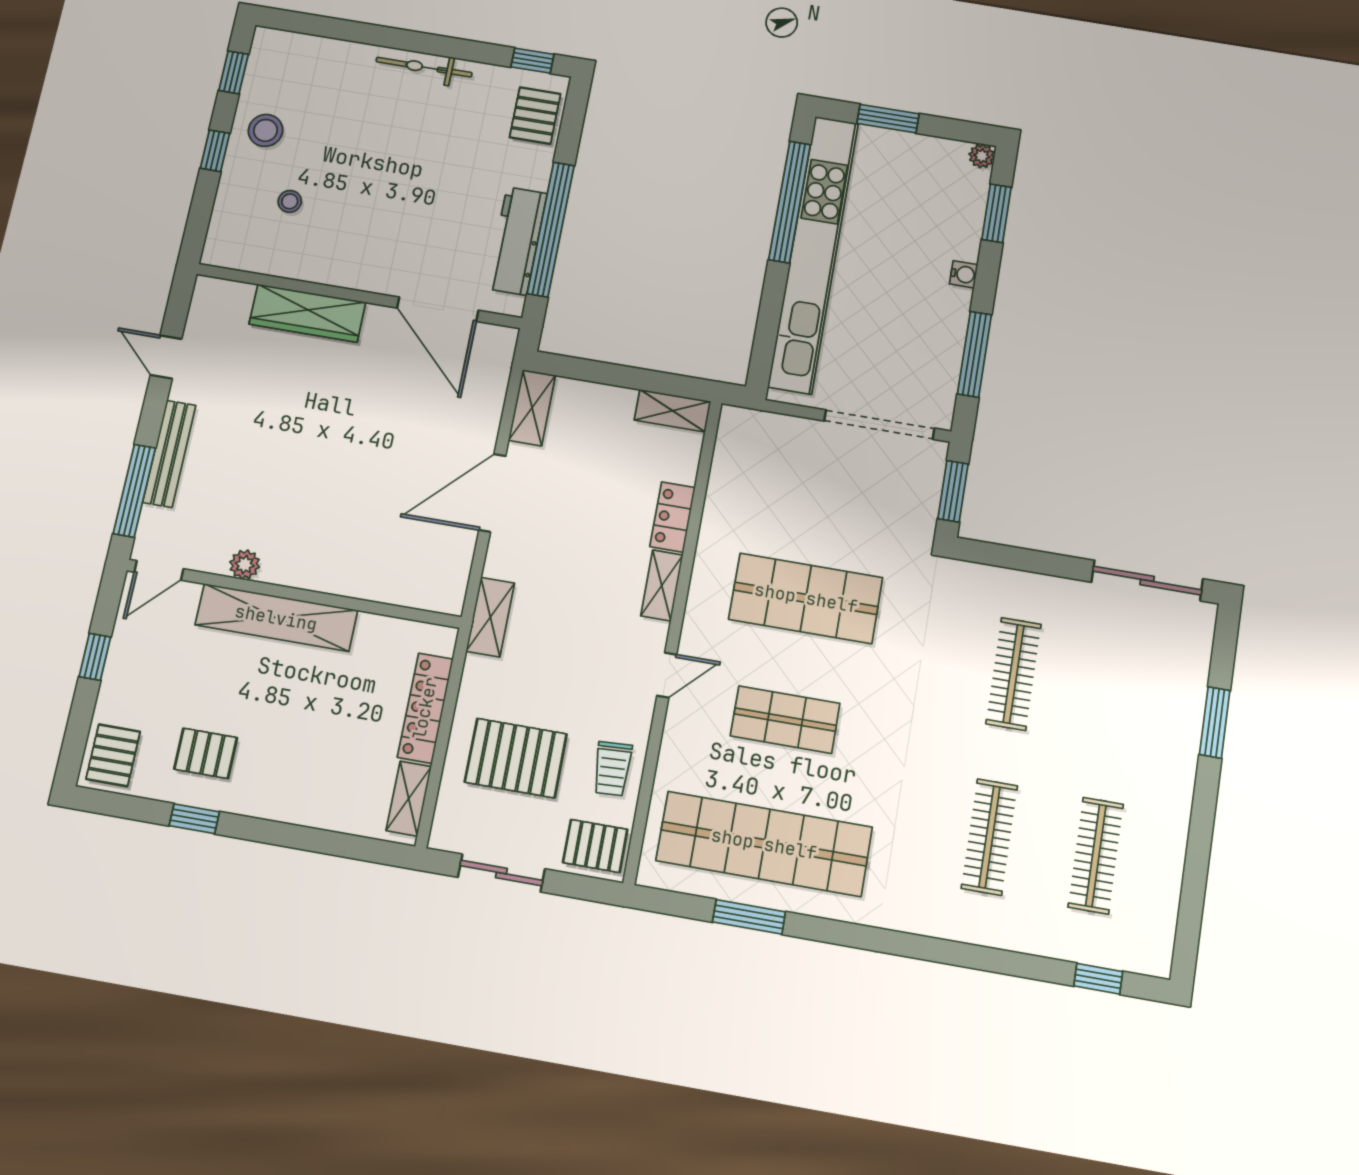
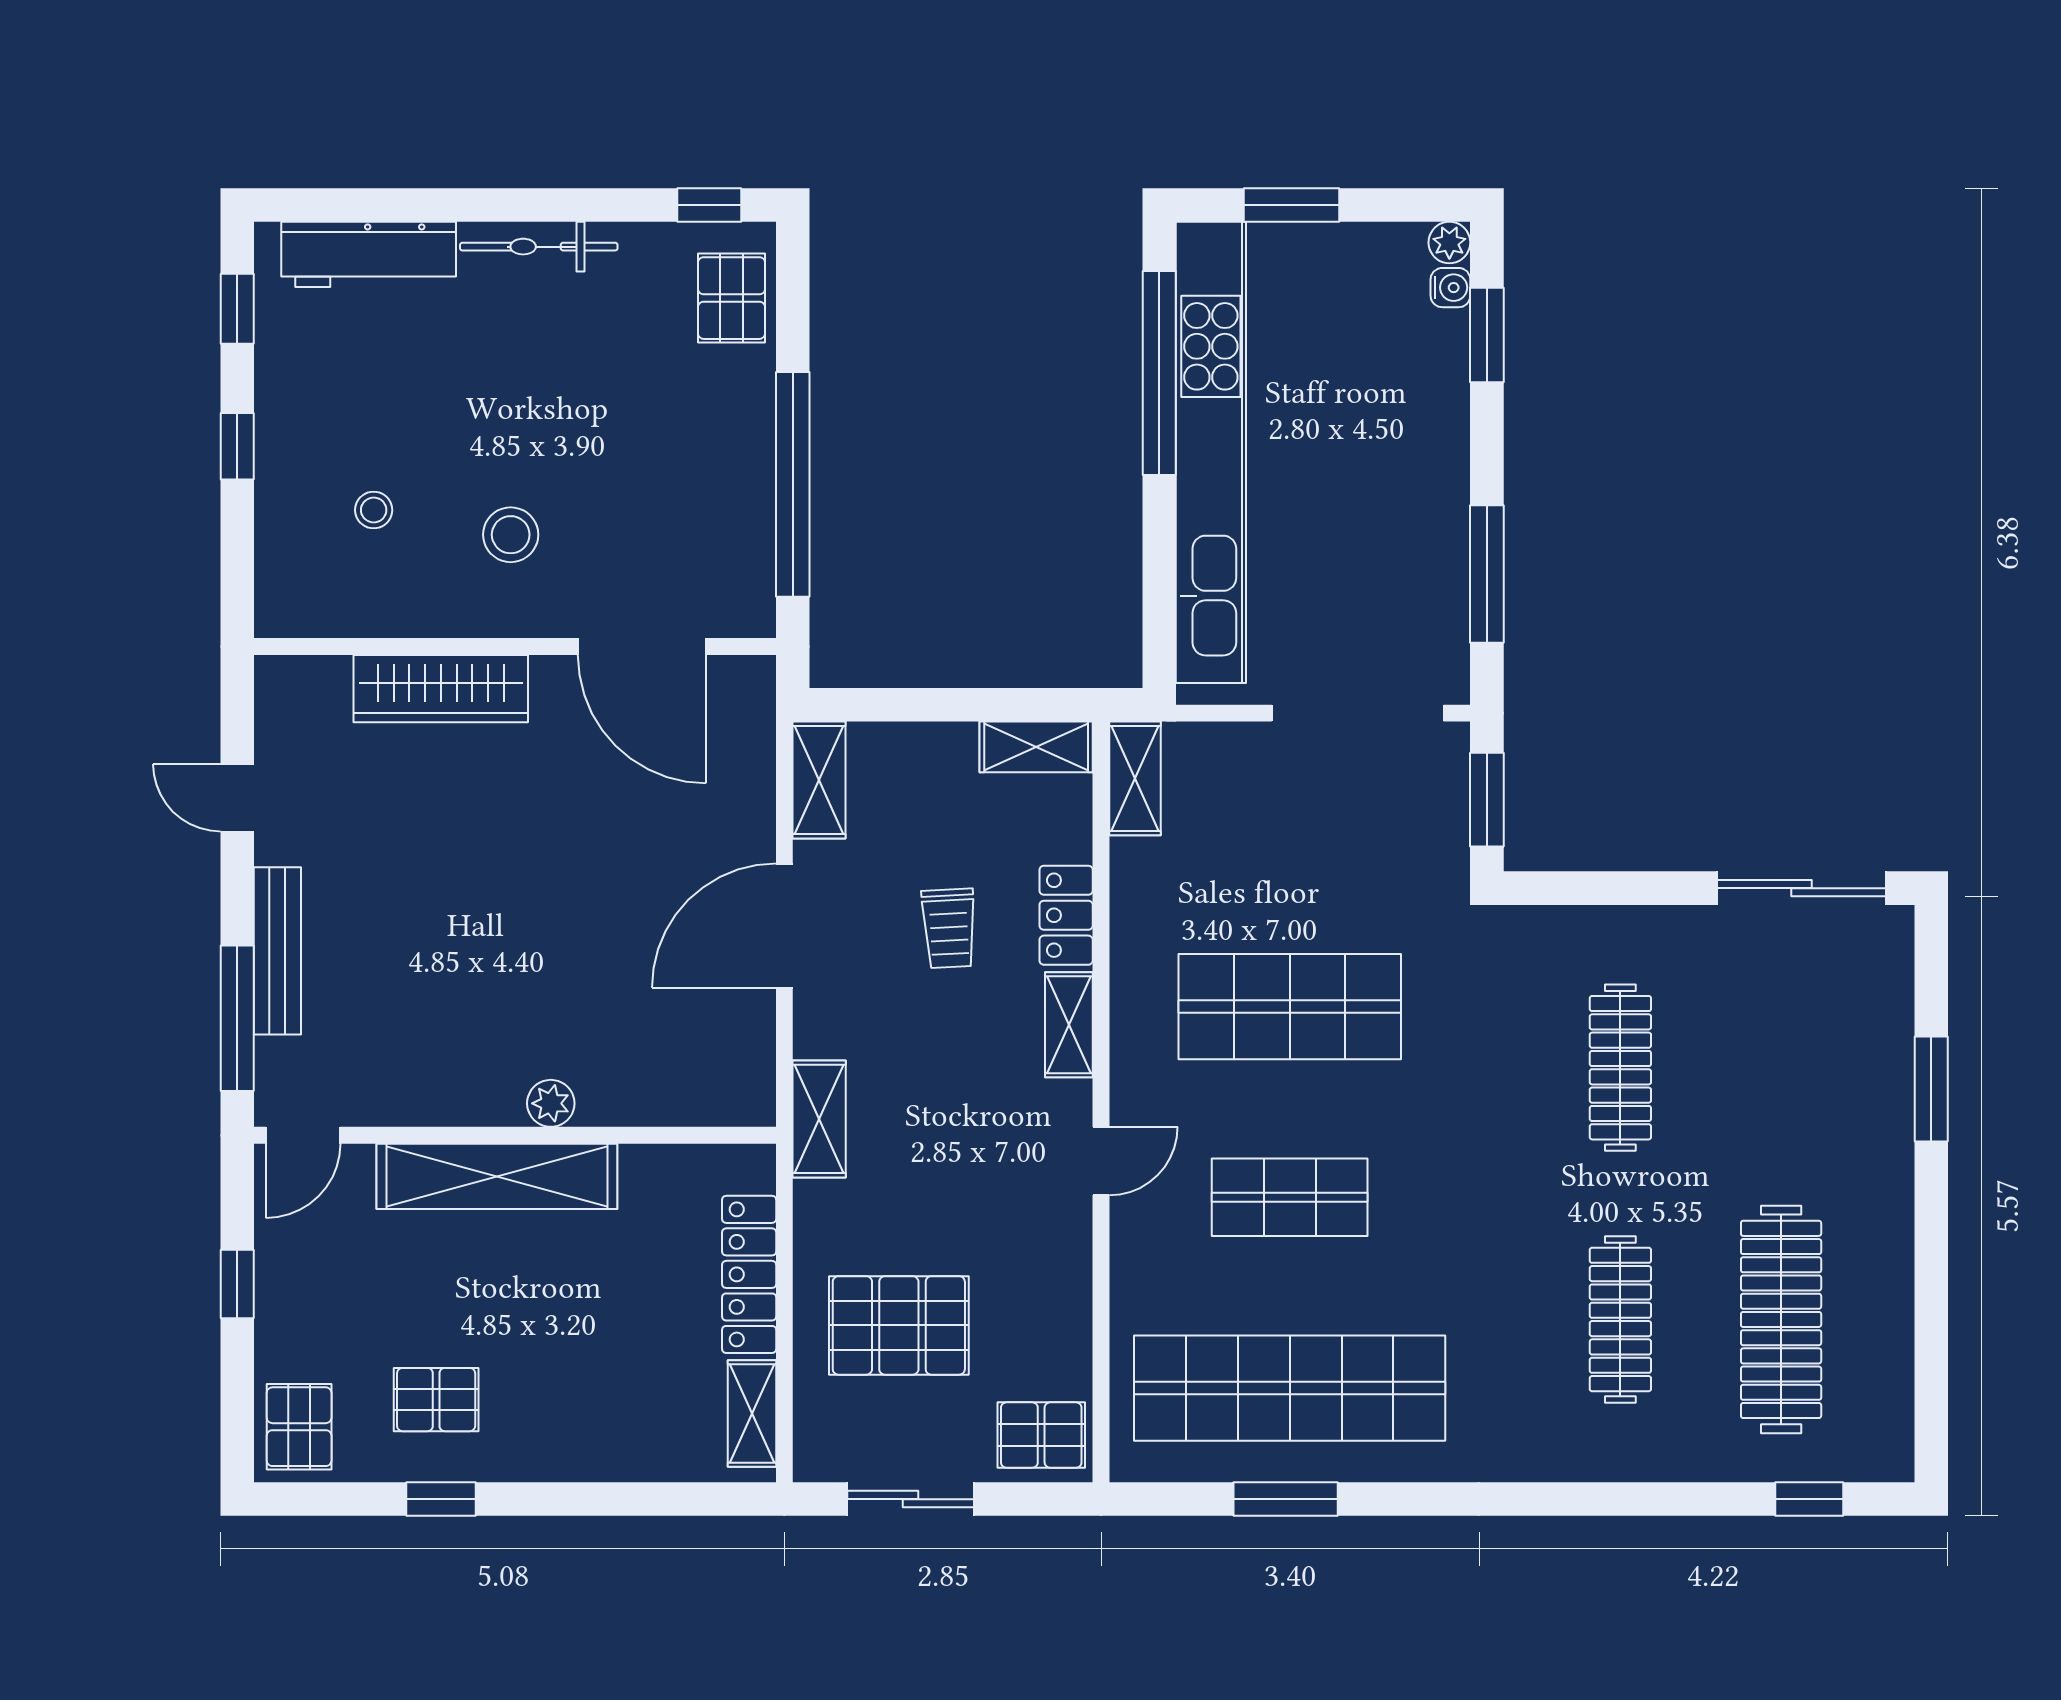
stool: (266, 130) -> (511, 535), moved
workbench: (517, 241) -> (369, 254), moved, turned -90
water cooler: (964, 274) -> (1450, 288), moved
shelving: (731, 440) -> (1135, 778), added
plant: (245, 565) -> (551, 1103), moved
trolley: (612, 769) -> (949, 928), moved
clothes rail: (1096, 856) -> (1781, 1319), width x1.37, depth x1.31

